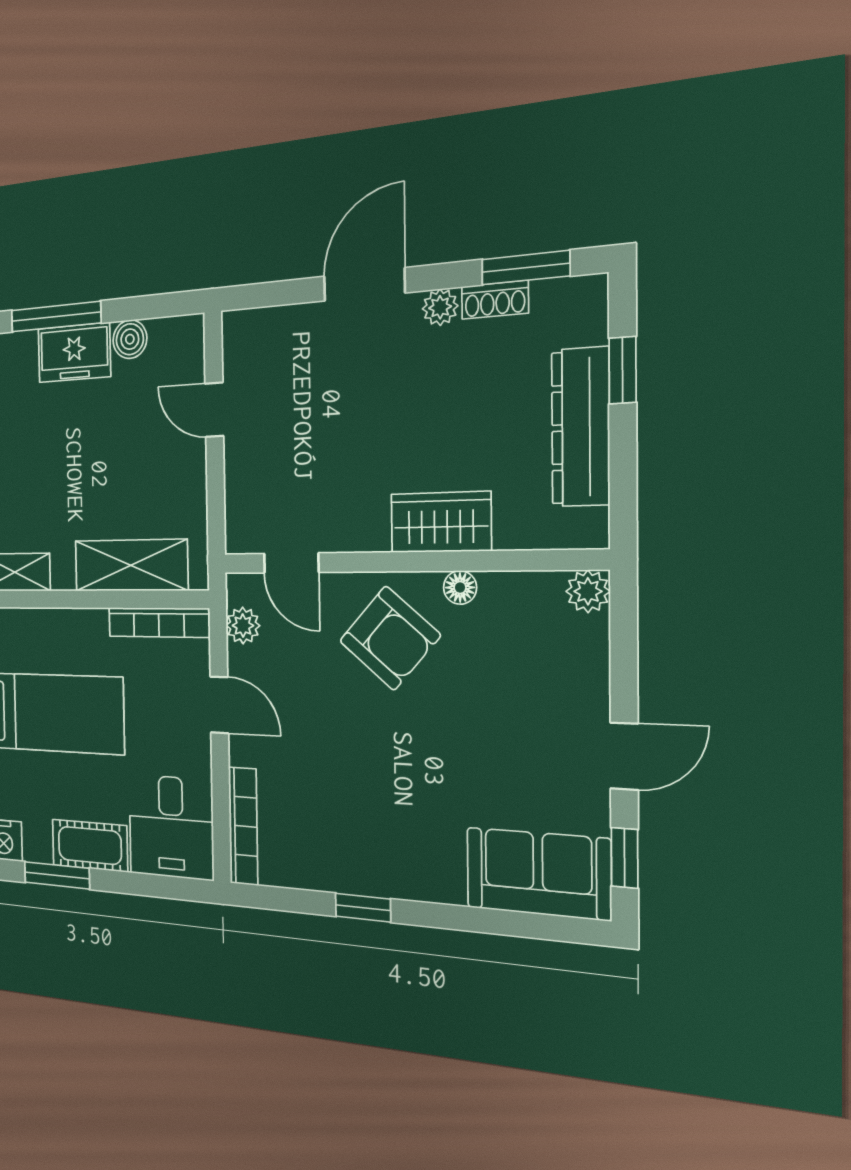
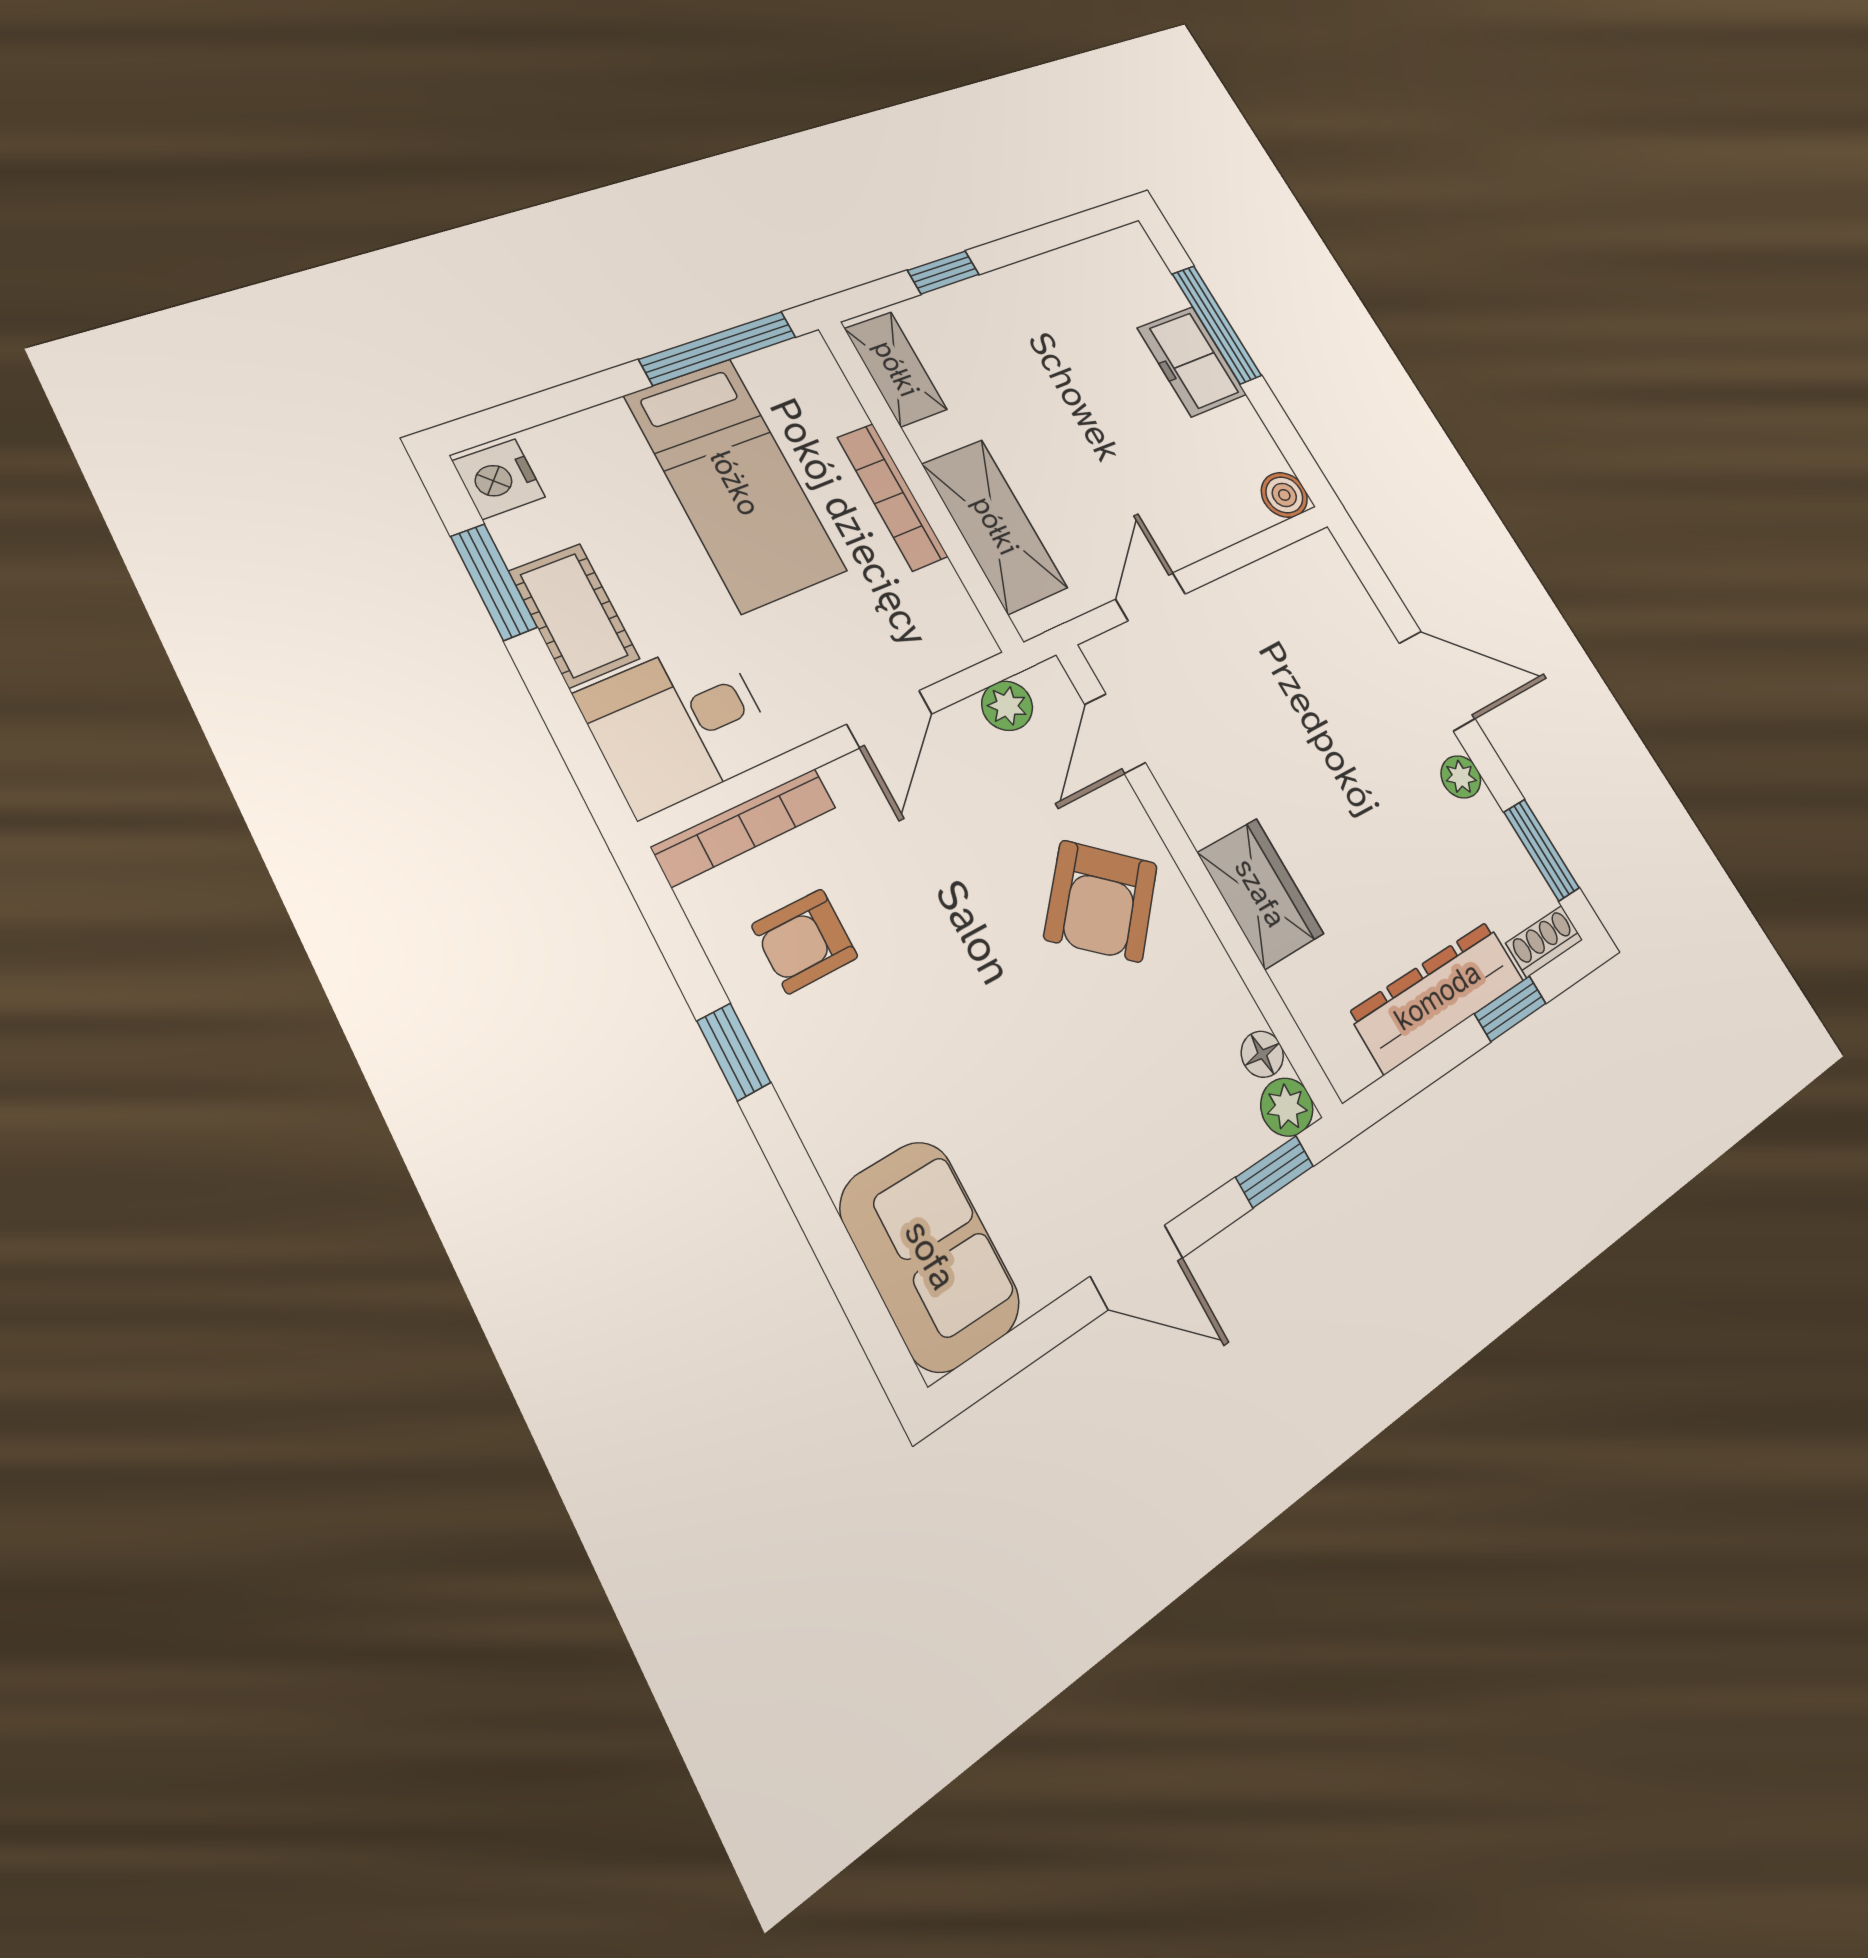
shoe rack: (495, 300) -> (1544, 941), moved, turned 90
boiler: (130, 339) -> (1284, 495), moved
door: (214, 410) -> (1151, 597), moved
floor lamp: (460, 587) -> (1262, 1054), moved
bookcase: (159, 622) -> (892, 497), moved
armchair: (322, 832) -> (805, 941), added
window: (625, 858) -> (1275, 1172), moved

